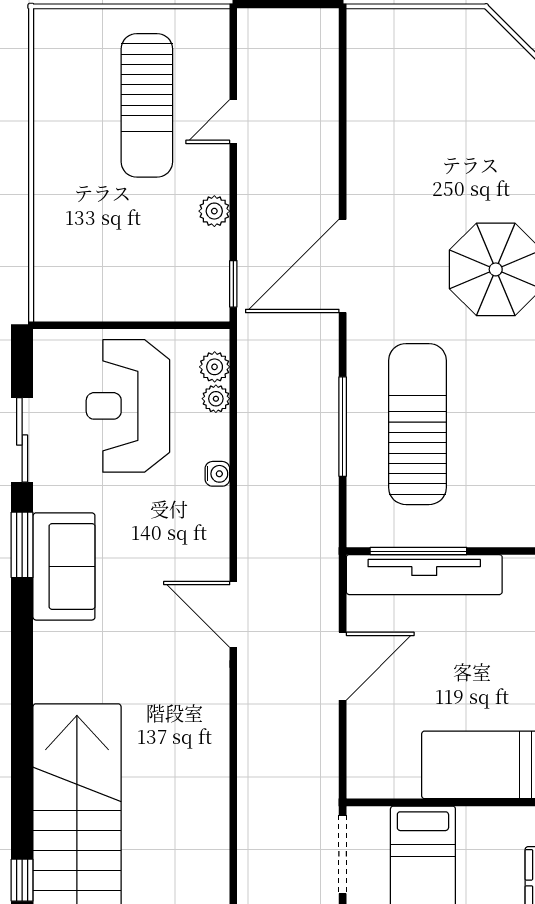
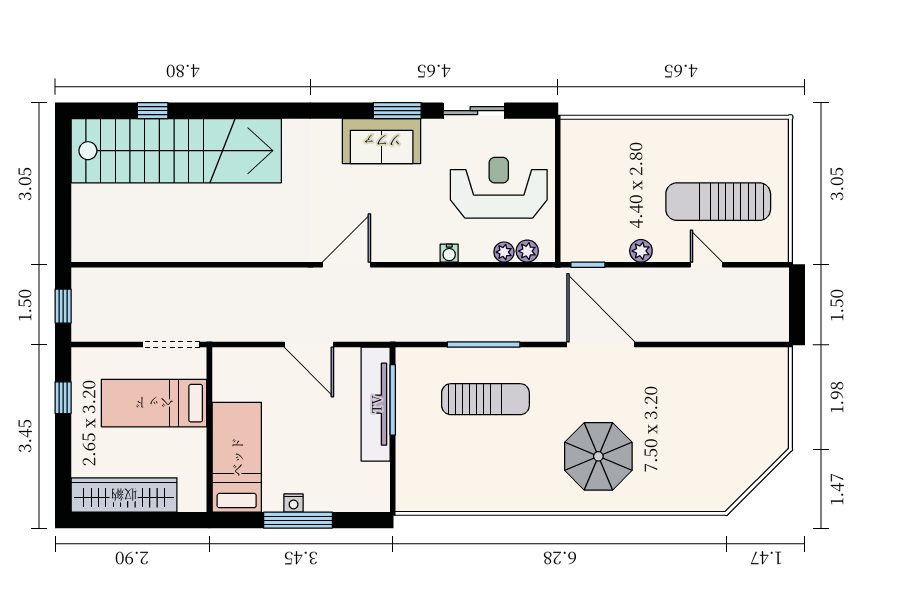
sun lounger: (417, 424) -> (485, 399), width x0.73, depth x0.75

